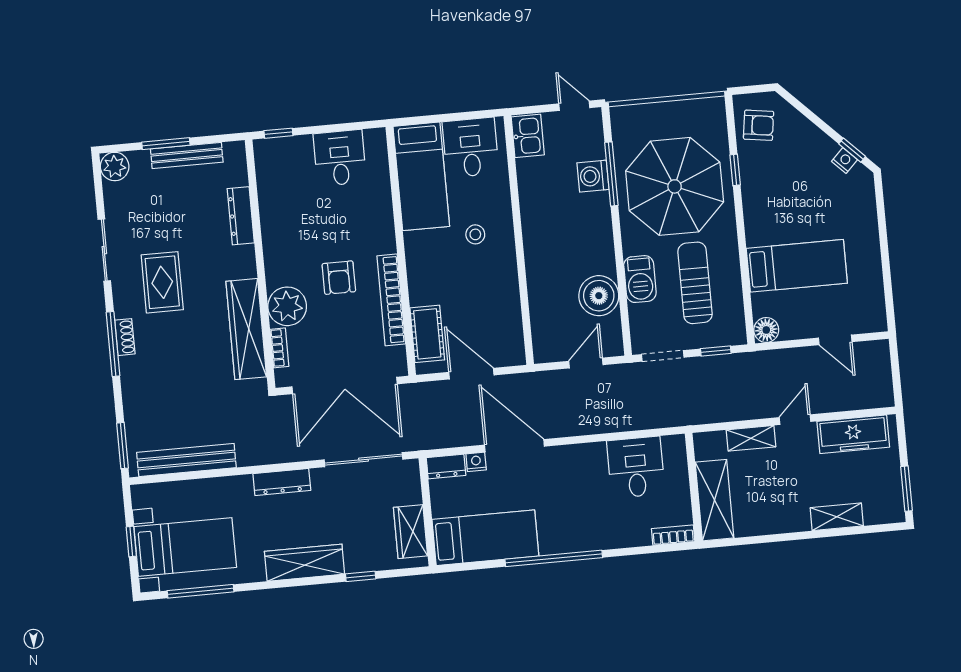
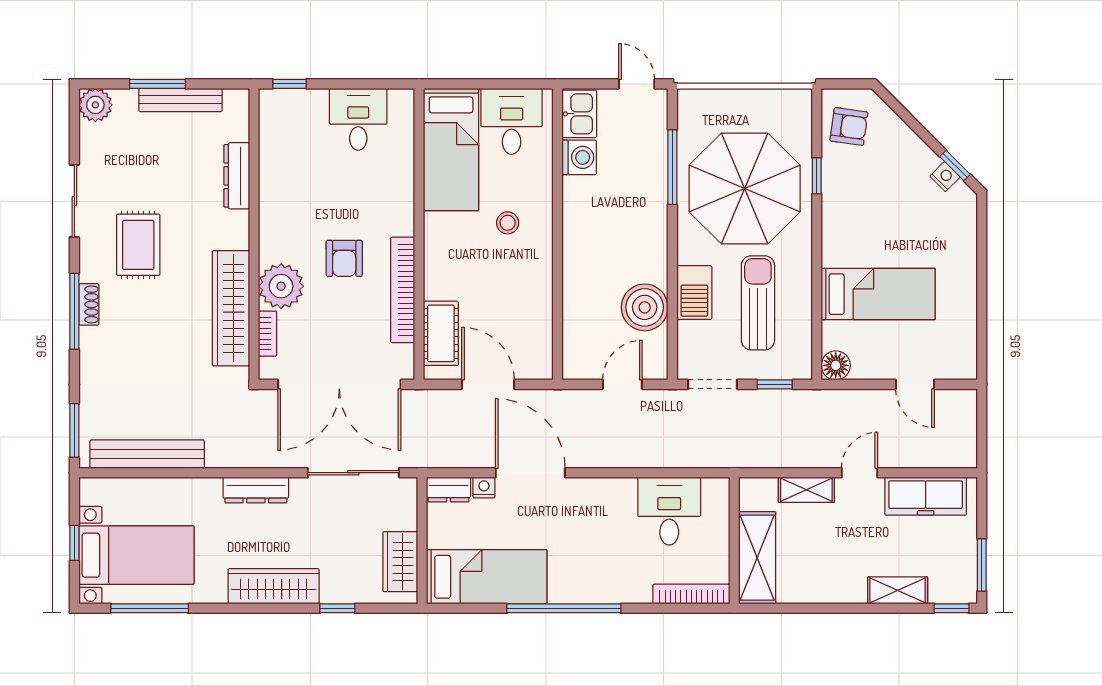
washing machine: (593, 176) -> (579, 157), moved, turned 180
window: (884, 528) -> (952, 608), added
bookcase: (673, 535) -> (691, 594), width x1.56

